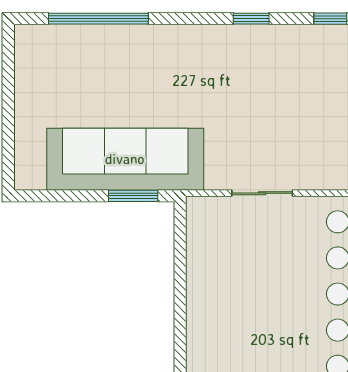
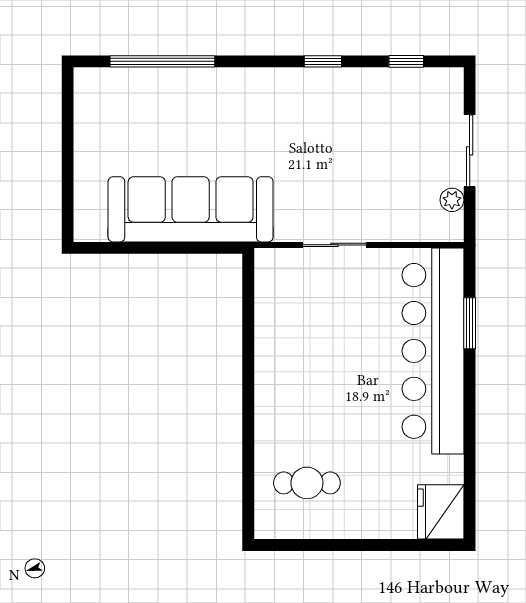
window: (133, 196) -> (199, 248), removed

